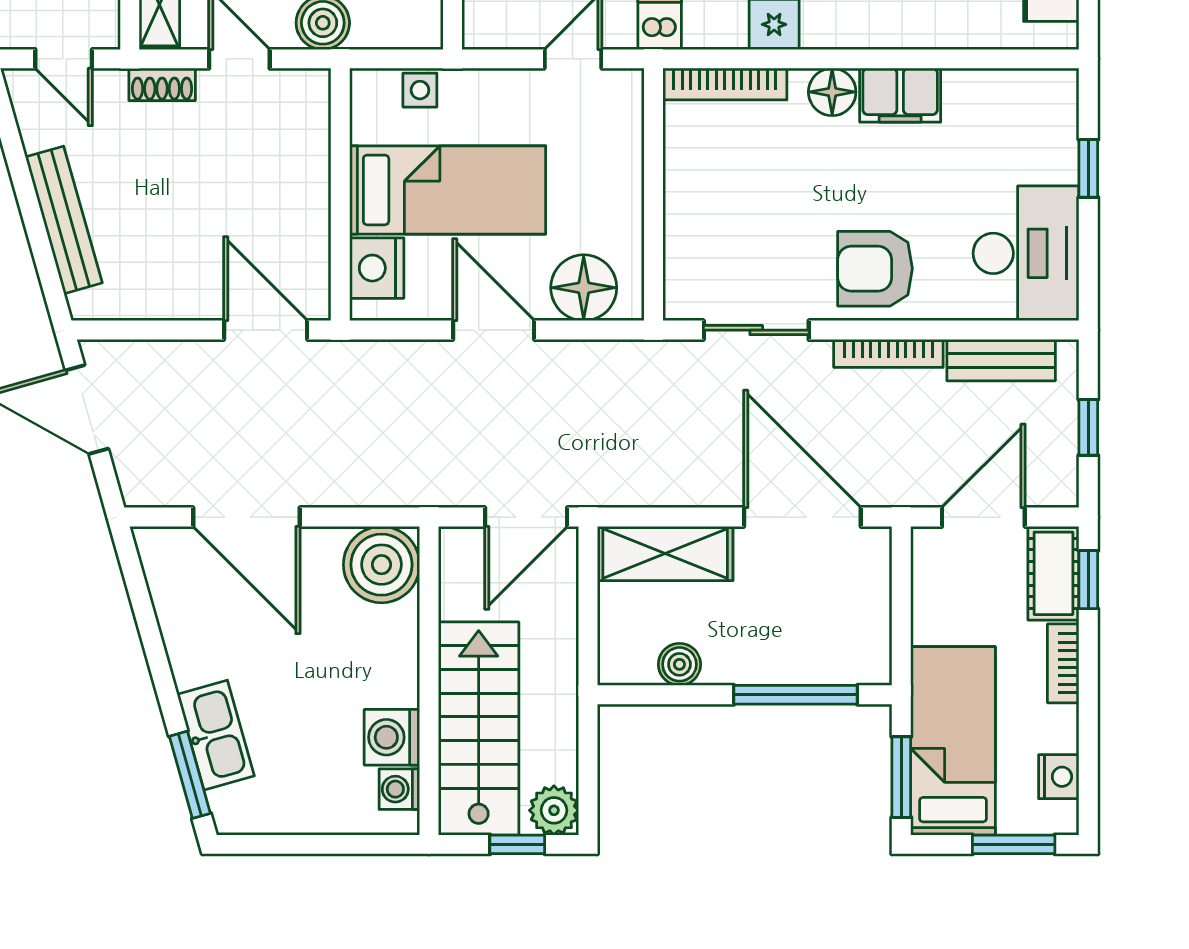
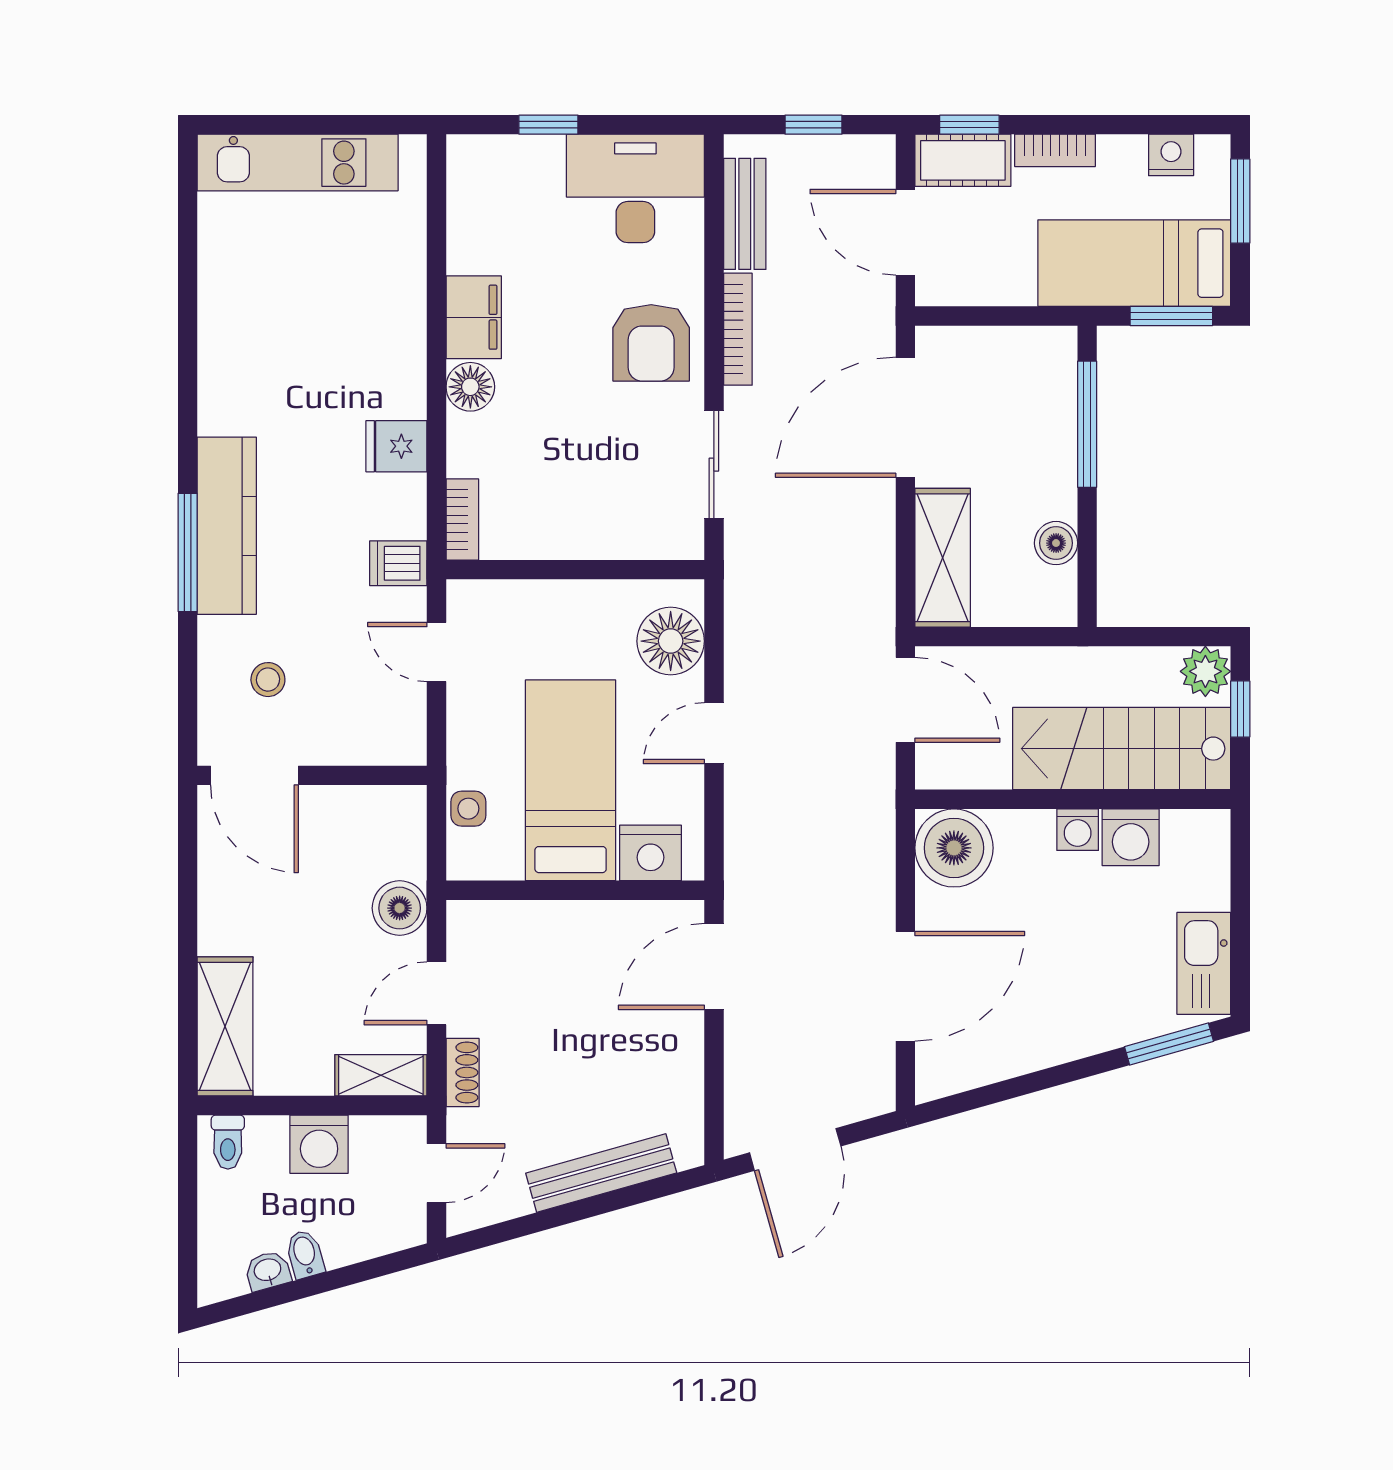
bookcase: (725, 84) -> (462, 519), width x0.64
door: (494, 330) -> (714, 733), width x0.73
kitchen sink: (216, 735) -> (1204, 963), moved, turned -74
washing machine: (399, 789) -> (1078, 830), moved

